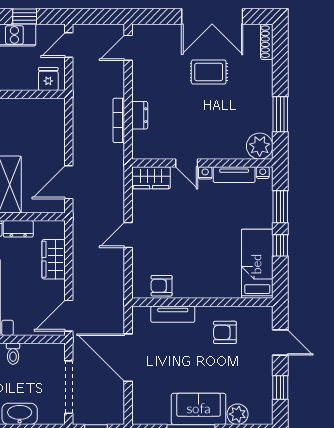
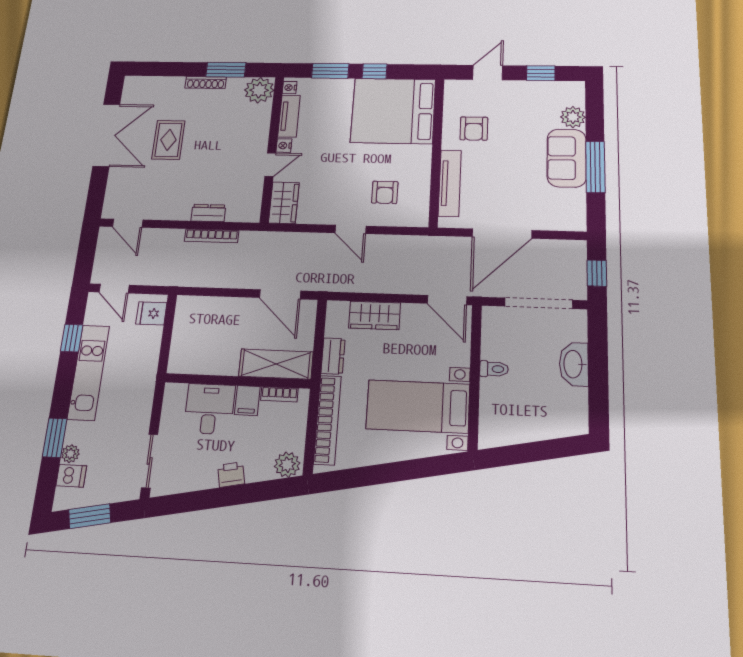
shoe rack: (267, 42) -> (206, 83), moved
bed: (257, 264) -> (393, 111), width x2.04
armchair: (162, 286) -> (385, 192), moved
tv unit: (173, 314) -> (450, 183), width x1.41

